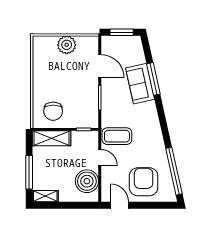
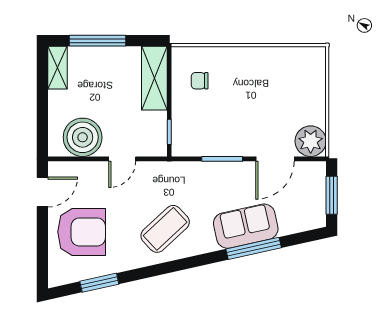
plant: (67, 45) -> (311, 141), moved
chair: (53, 111) -> (200, 81), width x0.54, depth x0.54
coffee table: (117, 136) -> (165, 229), moved, turned 47
window: (174, 171) -> (99, 283), width x0.47

